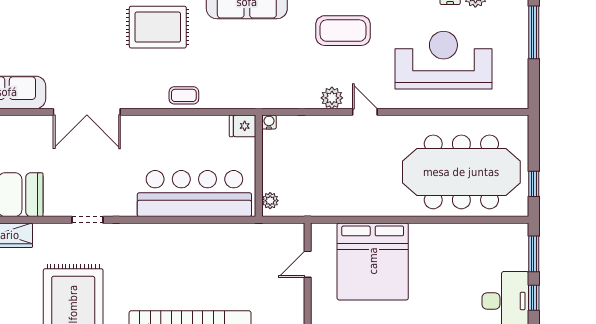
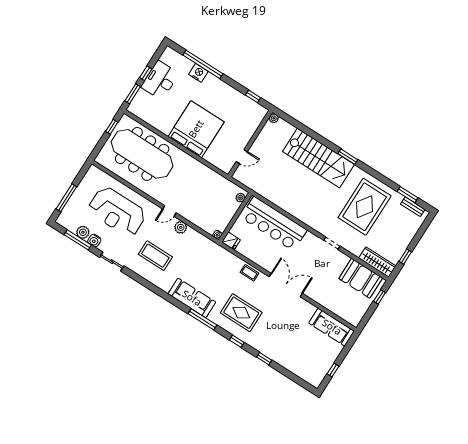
double door: (87, 112) -> (286, 285), moved
door: (365, 112) -> (169, 211), hinge flipped
bed: (373, 261) -> (196, 129), moved

